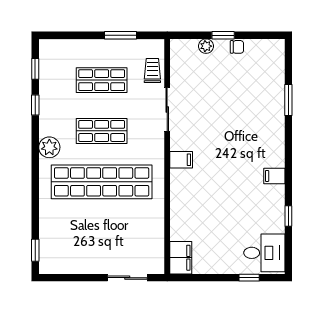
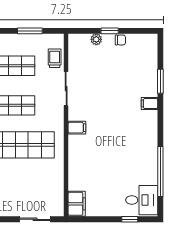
filing cabinet: (274, 176) -> (149, 104), moved
window: (288, 216) -> (160, 171), width x3.17

